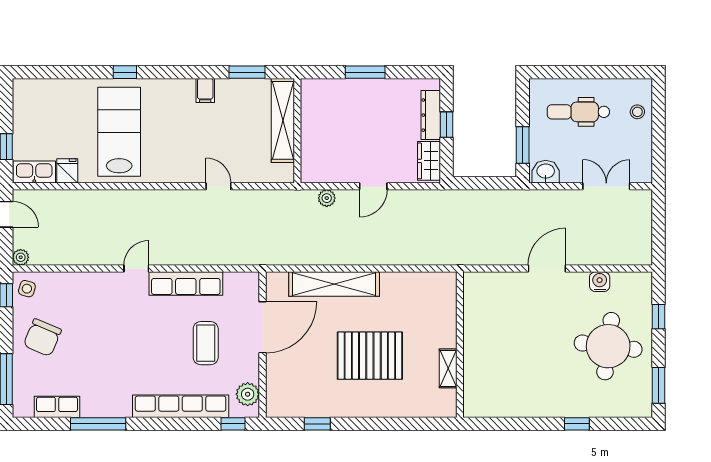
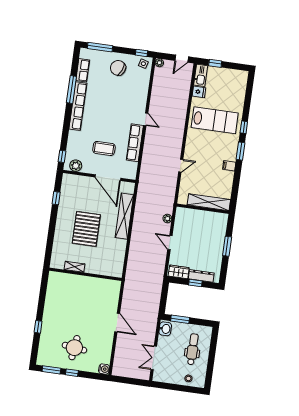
window: (247, 72) -> (240, 151), moved
double door: (606, 186) -> (154, 358), swing flipped
water cooler: (600, 282) -> (104, 369), moved
window: (658, 317) -> (72, 373), moved
round table: (608, 346) -> (74, 348), width x0.73, depth x0.73
row of seats: (181, 406) -> (78, 106), moved

